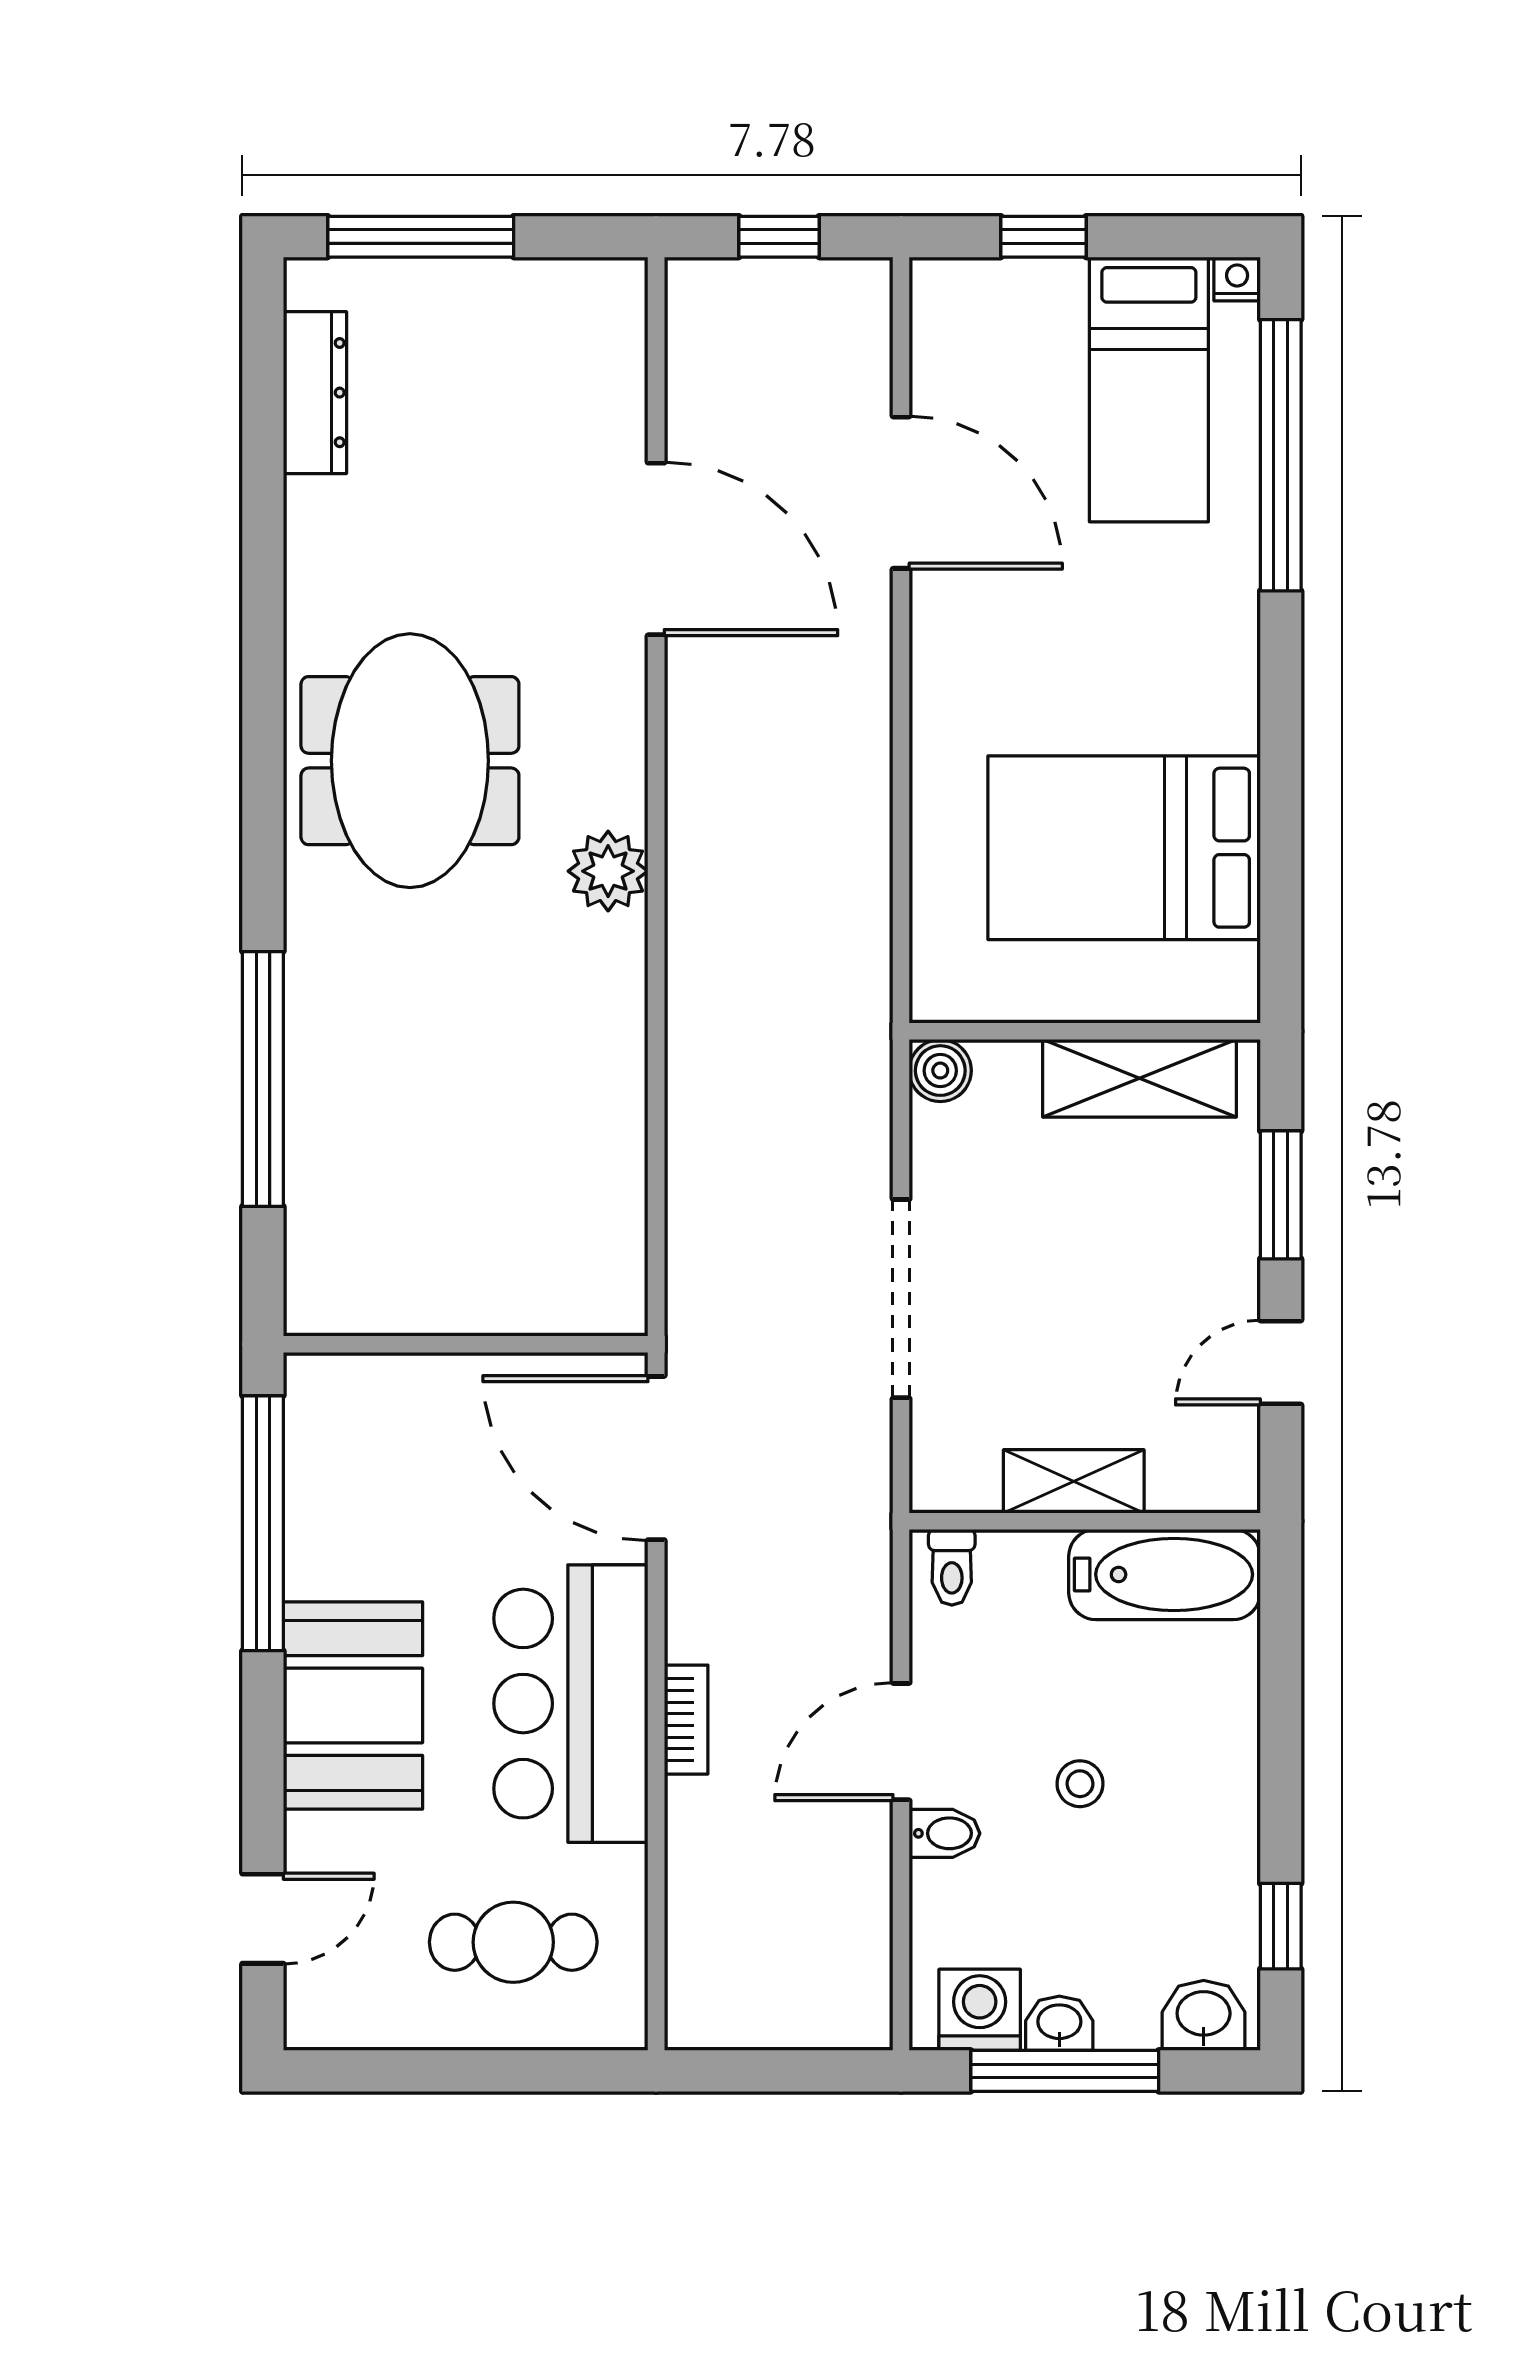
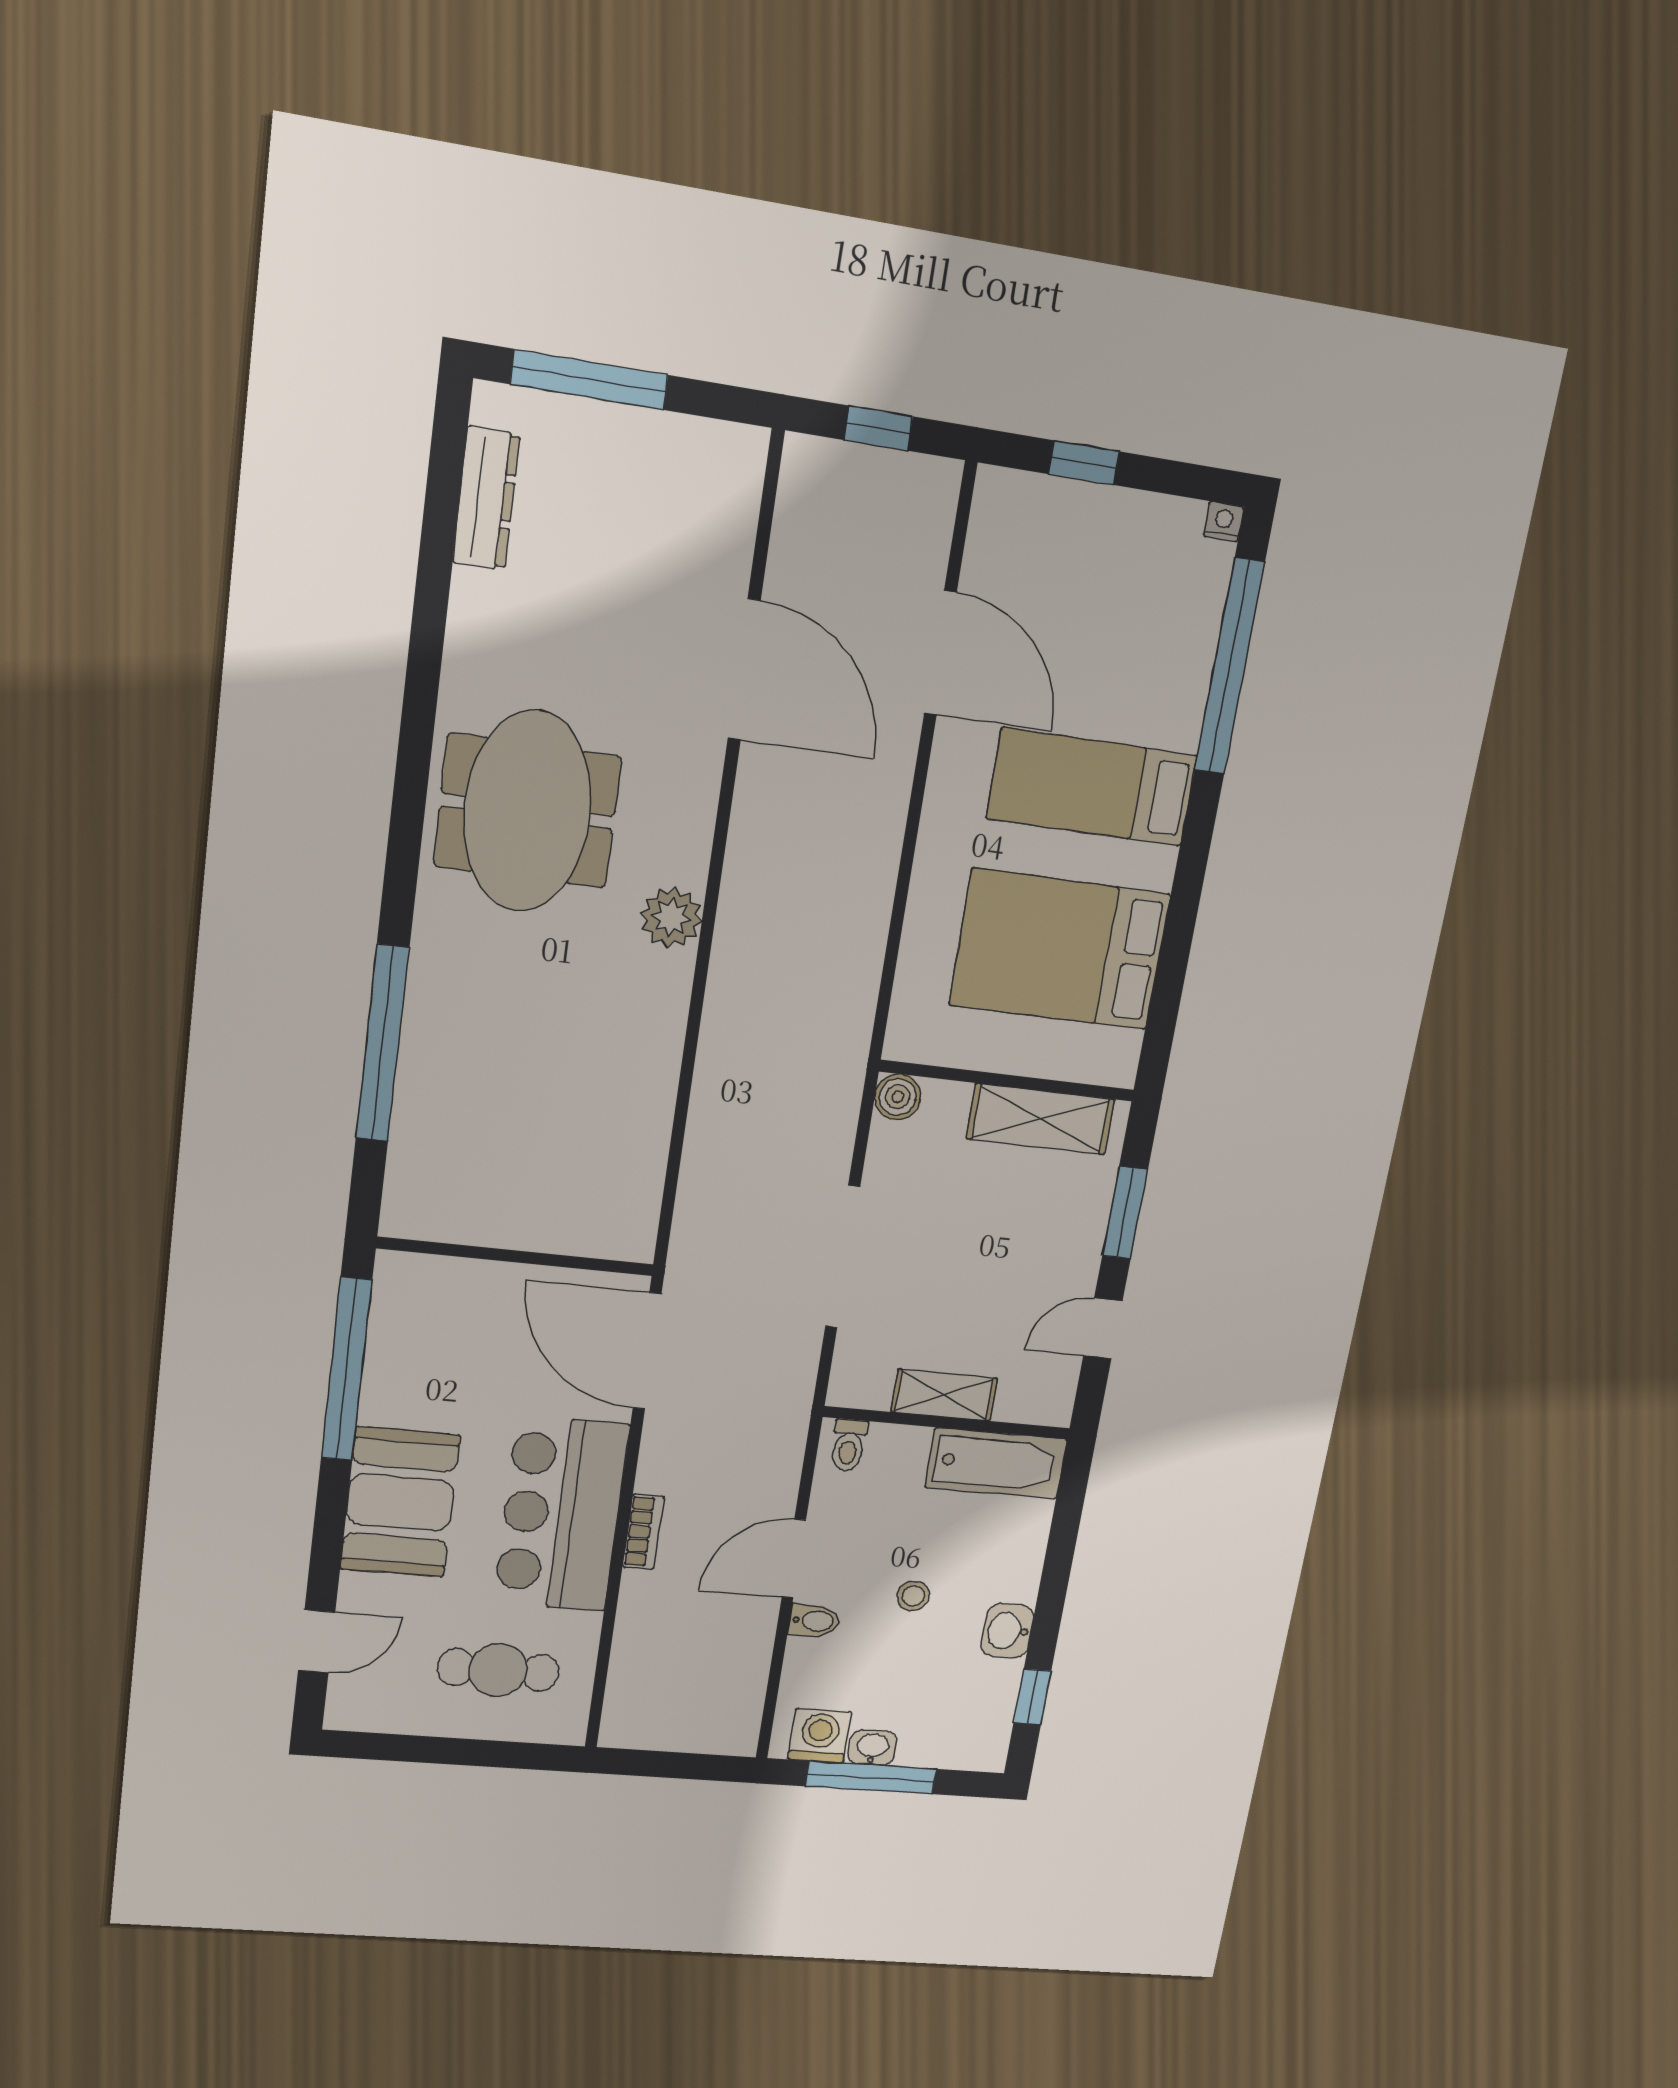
bed: (1149, 389) -> (1092, 787), moved, turned 90
washbasin: (1204, 2015) -> (1007, 1631), moved, turned -90

